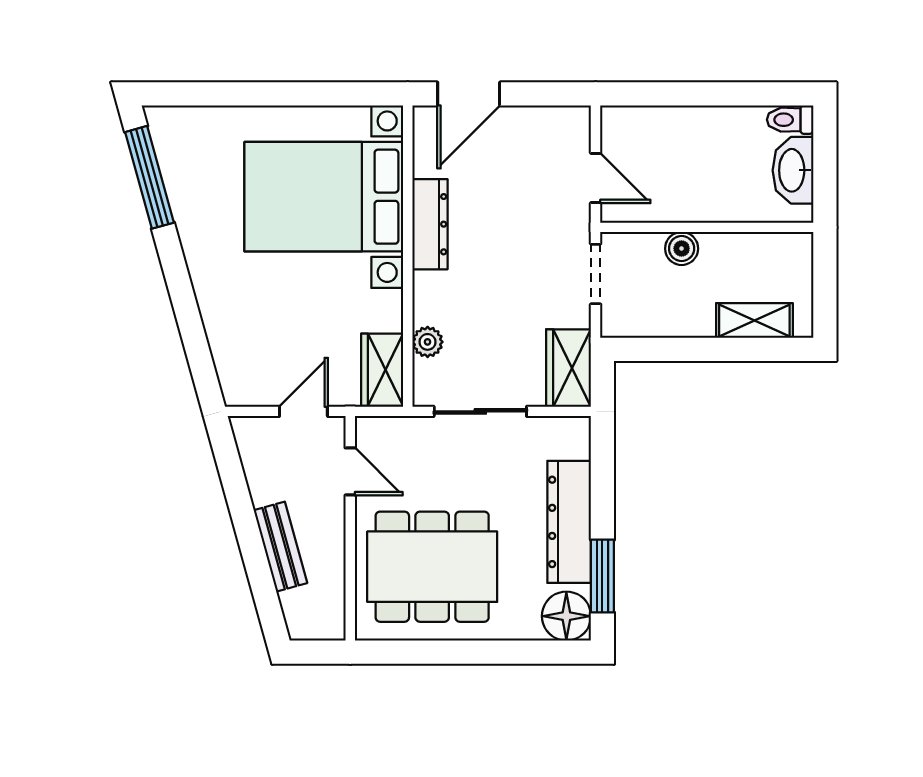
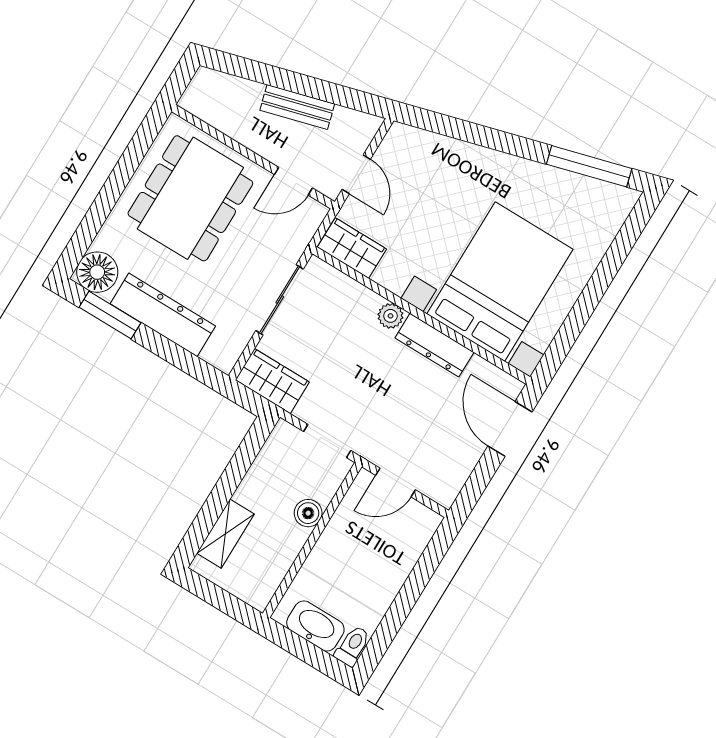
plant: (428, 342) -> (390, 316), moved
bench: (280, 547) -> (297, 107), moved

